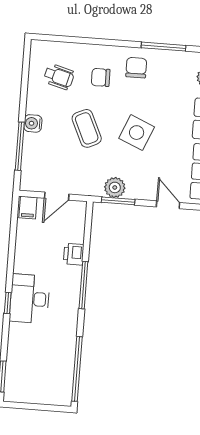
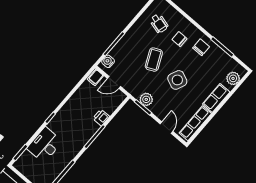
water cooler: (33, 123) -> (108, 61), moved
desk: (30, 299) -> (45, 145), moved

